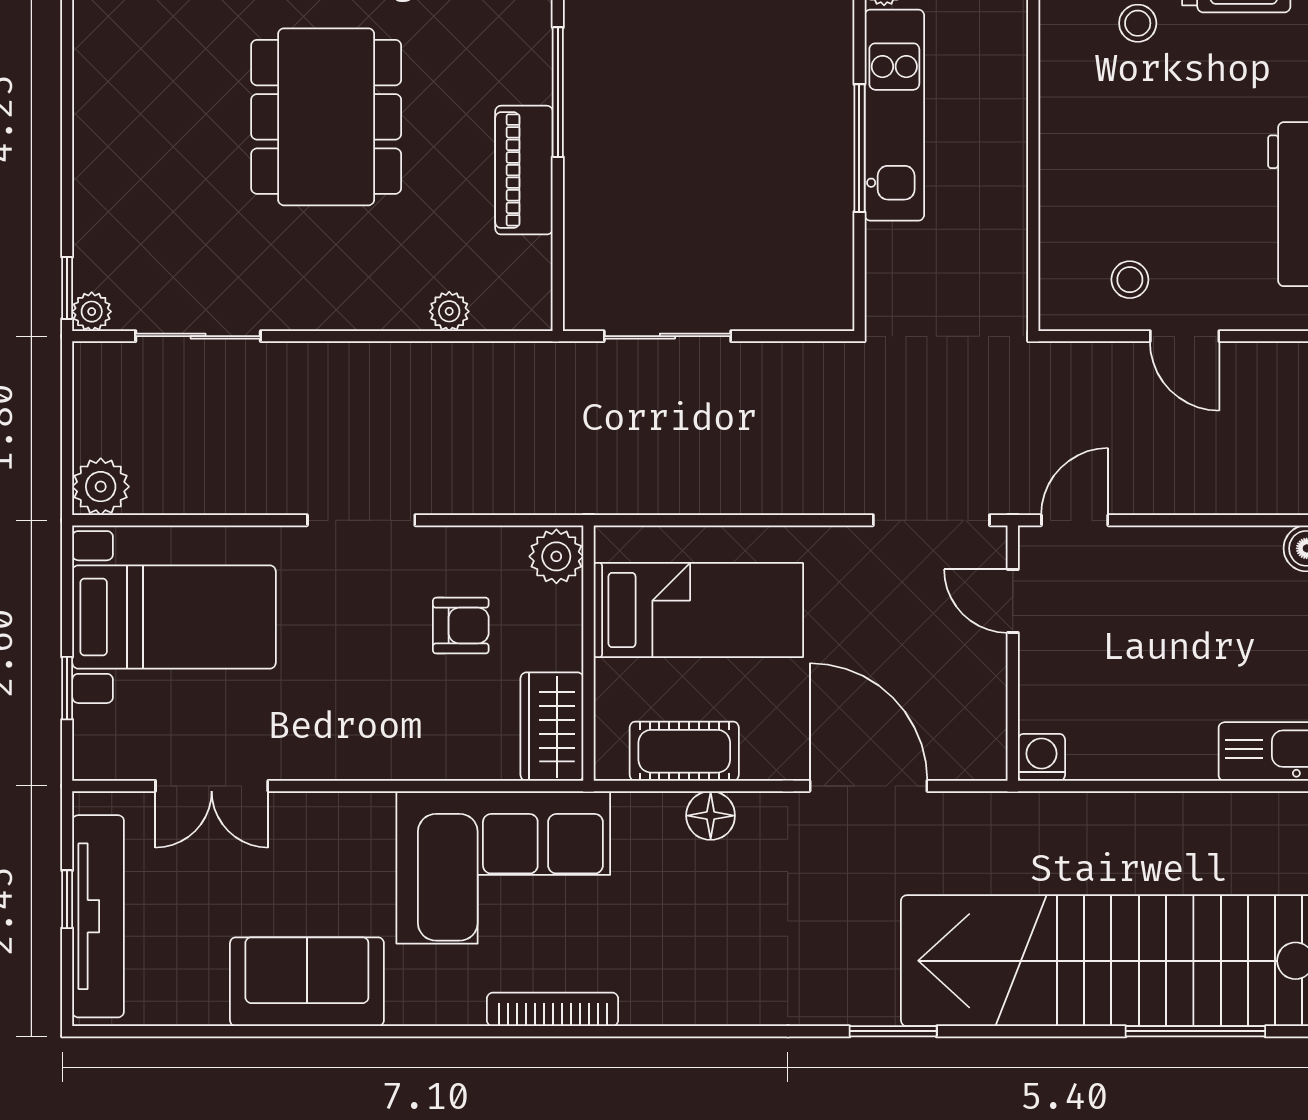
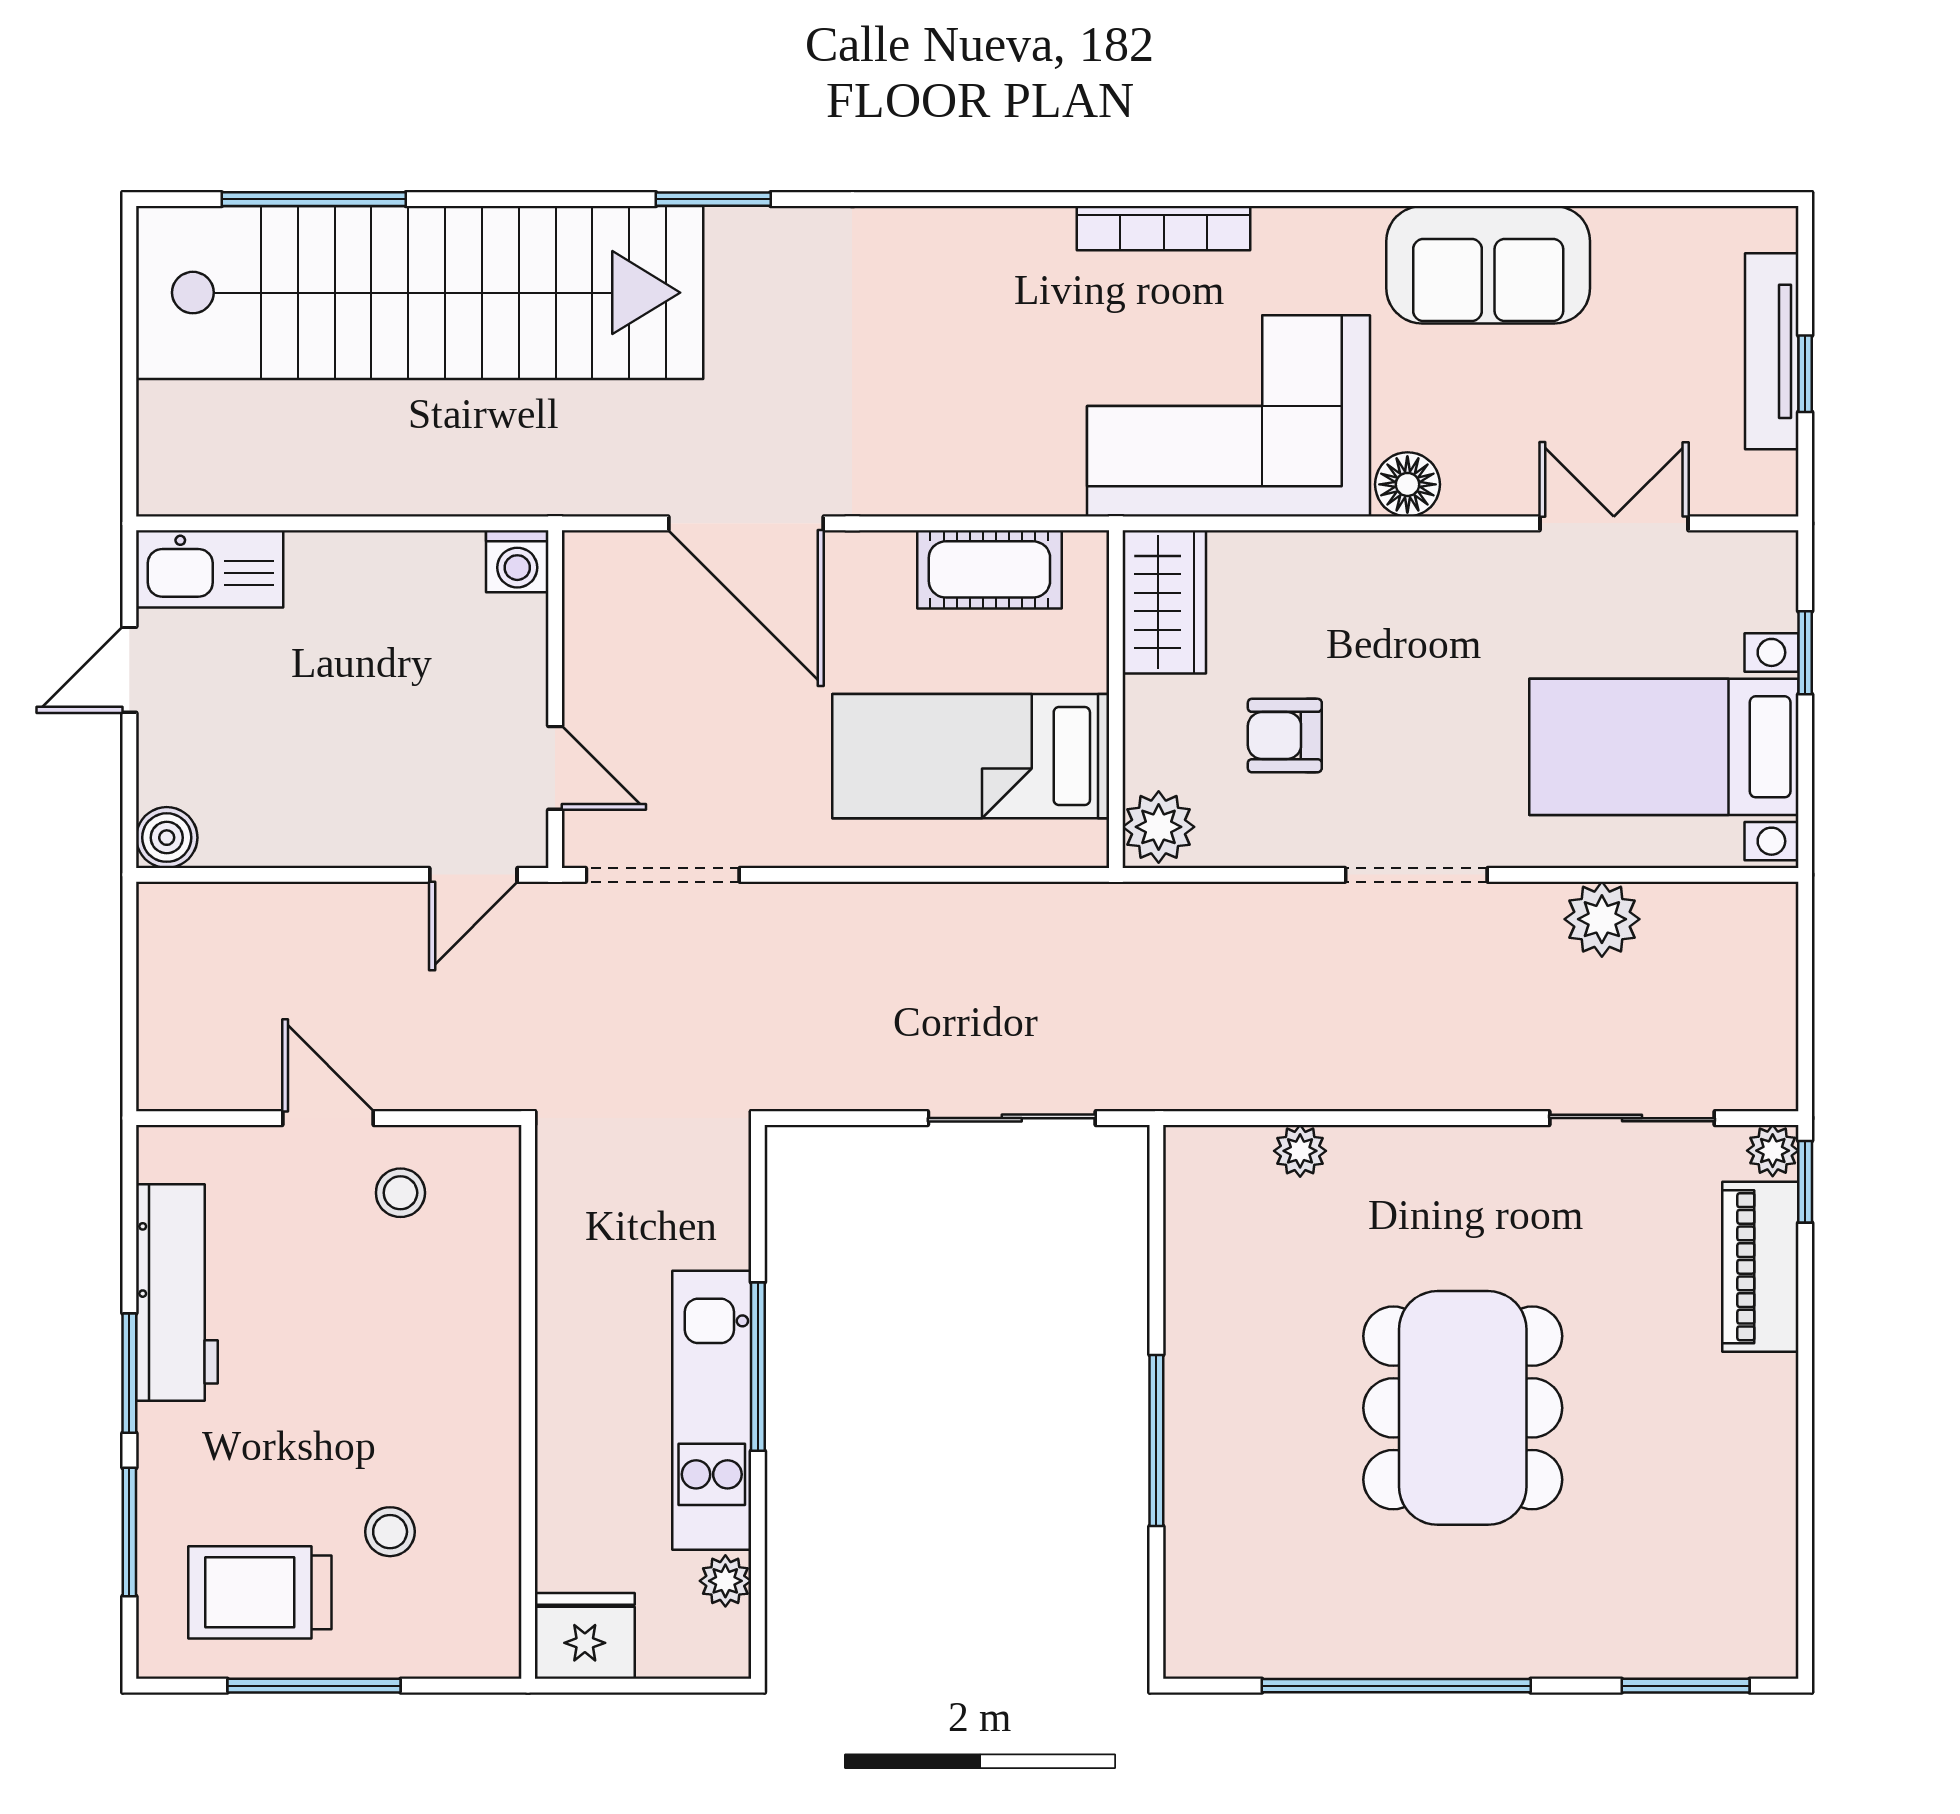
piano: (524, 170) -> (1760, 1267), moved, turned 180
plant: (101, 487) -> (1602, 919), moved
floor lamp: (711, 816) -> (1407, 484), moved
tv unit: (98, 916) -> (1772, 351), width x0.73, depth x0.78

